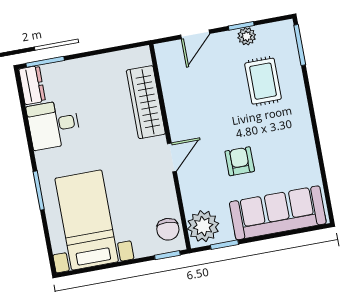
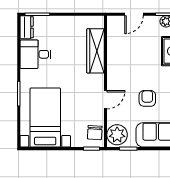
door: (172, 157) -> (106, 100), moved

